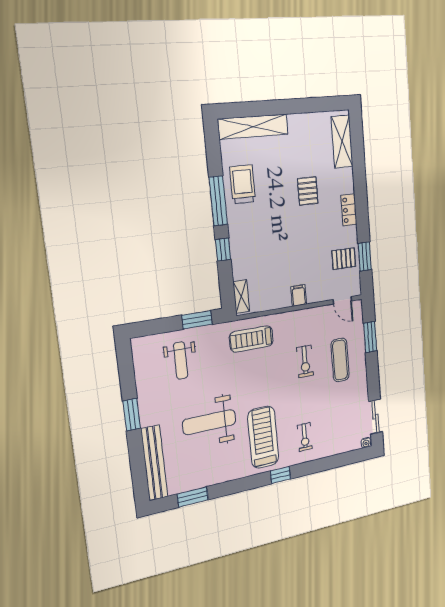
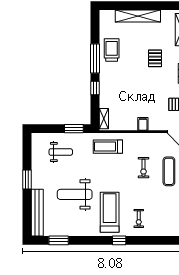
shelving: (253, 127) -> (138, 16), moved
weight bench: (181, 361) -> (61, 152), turned -90

